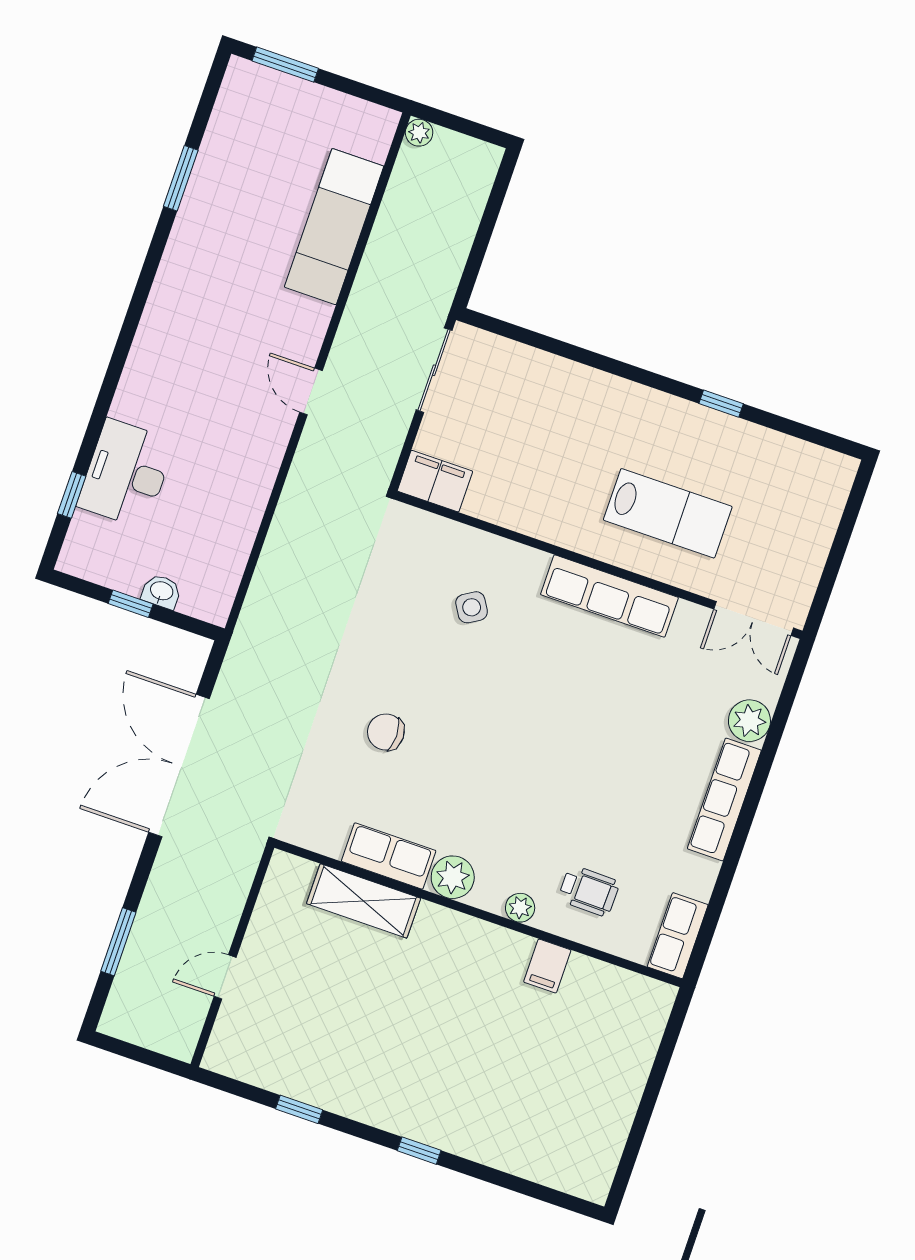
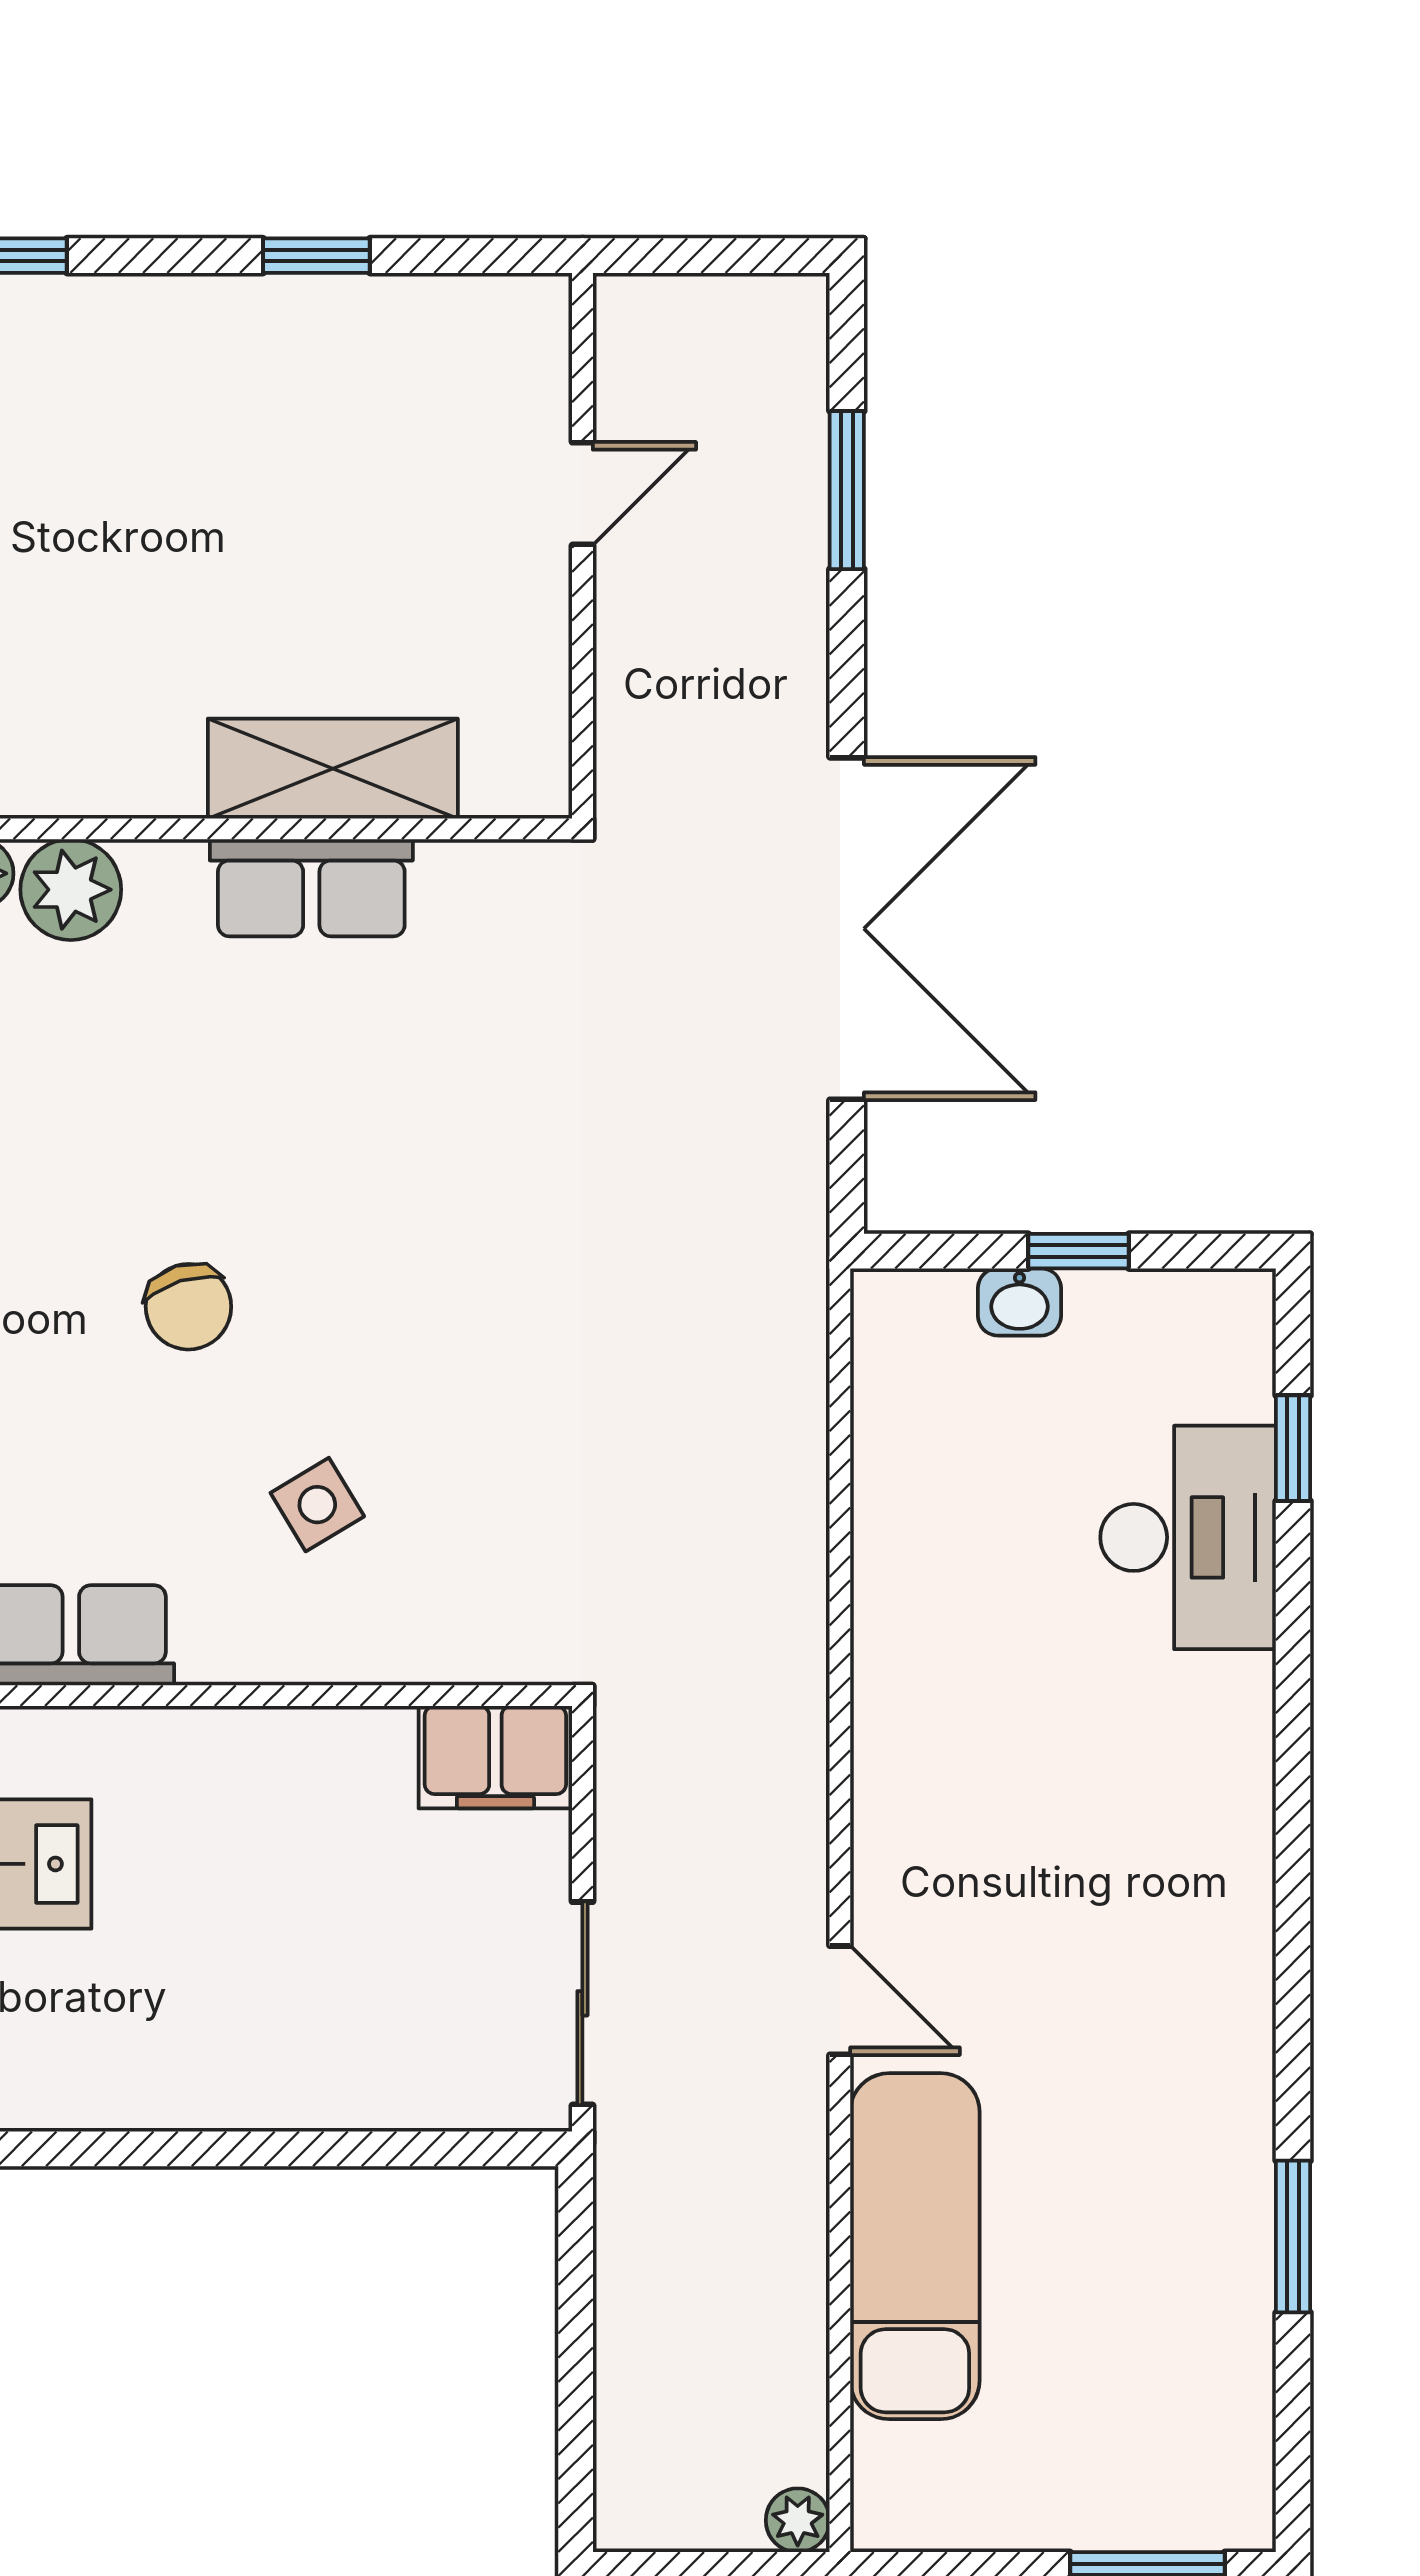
door: (311, 391) -> (840, 2000), moved
chair: (386, 732) -> (188, 1307), moved, turned 73
plant: (453, 877) -> (71, 890), moved

